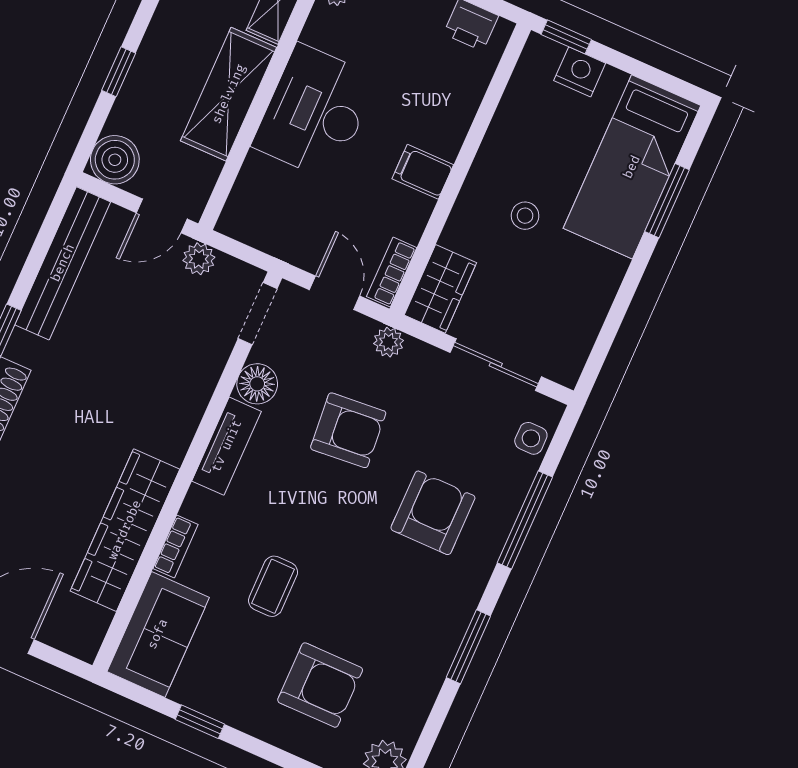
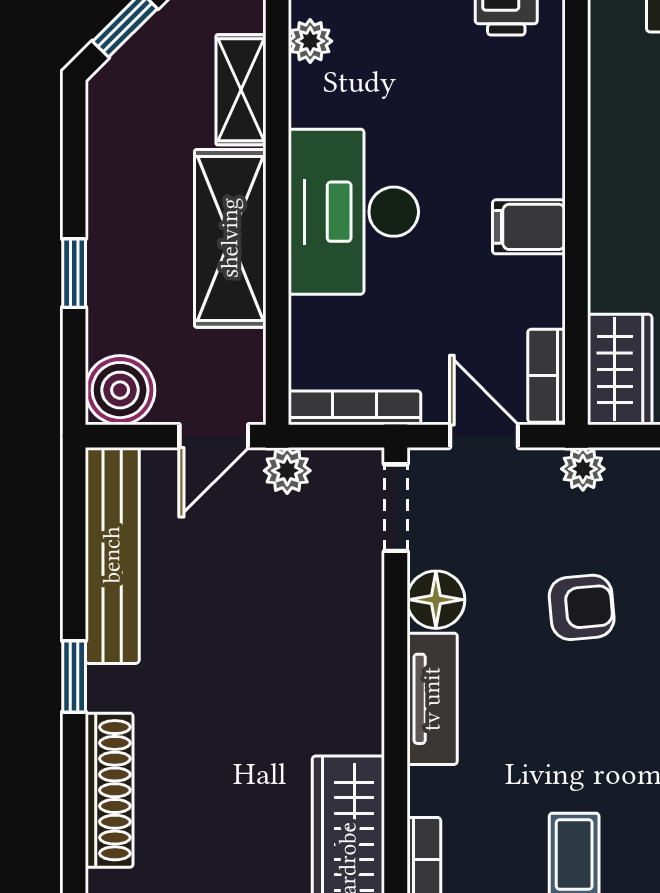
bookcase: (260, 238) -> (355, 408), added
armchair: (348, 430) -> (582, 607), width x0.72, depth x0.72

